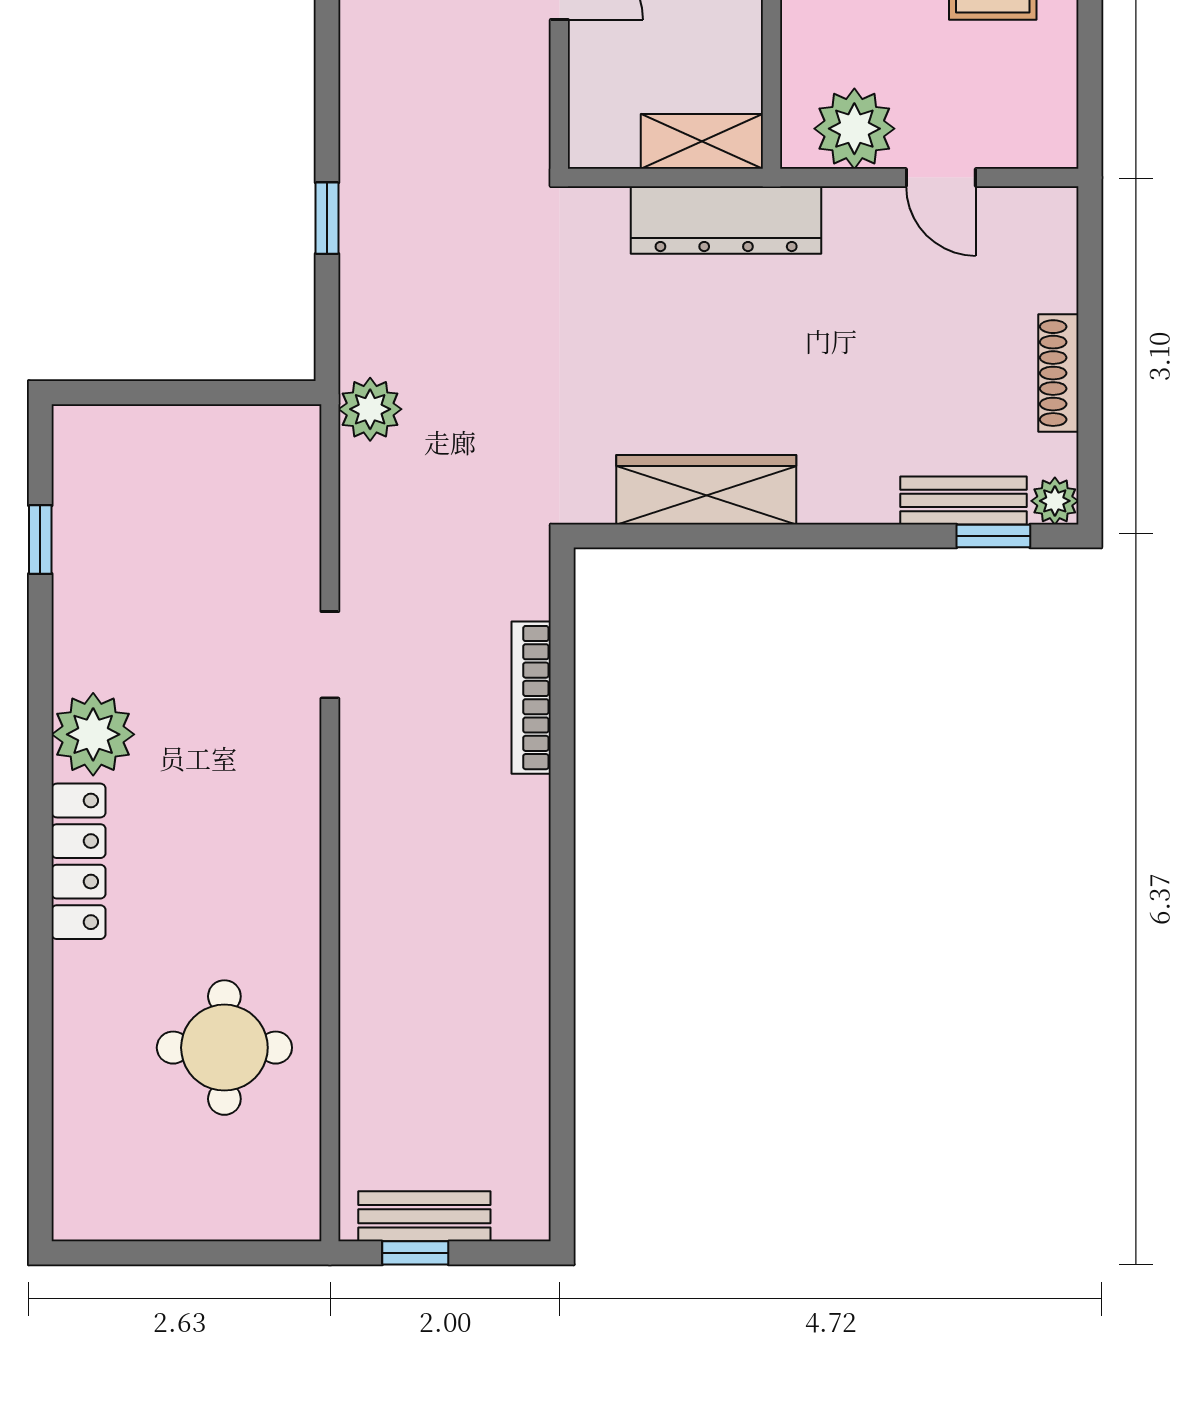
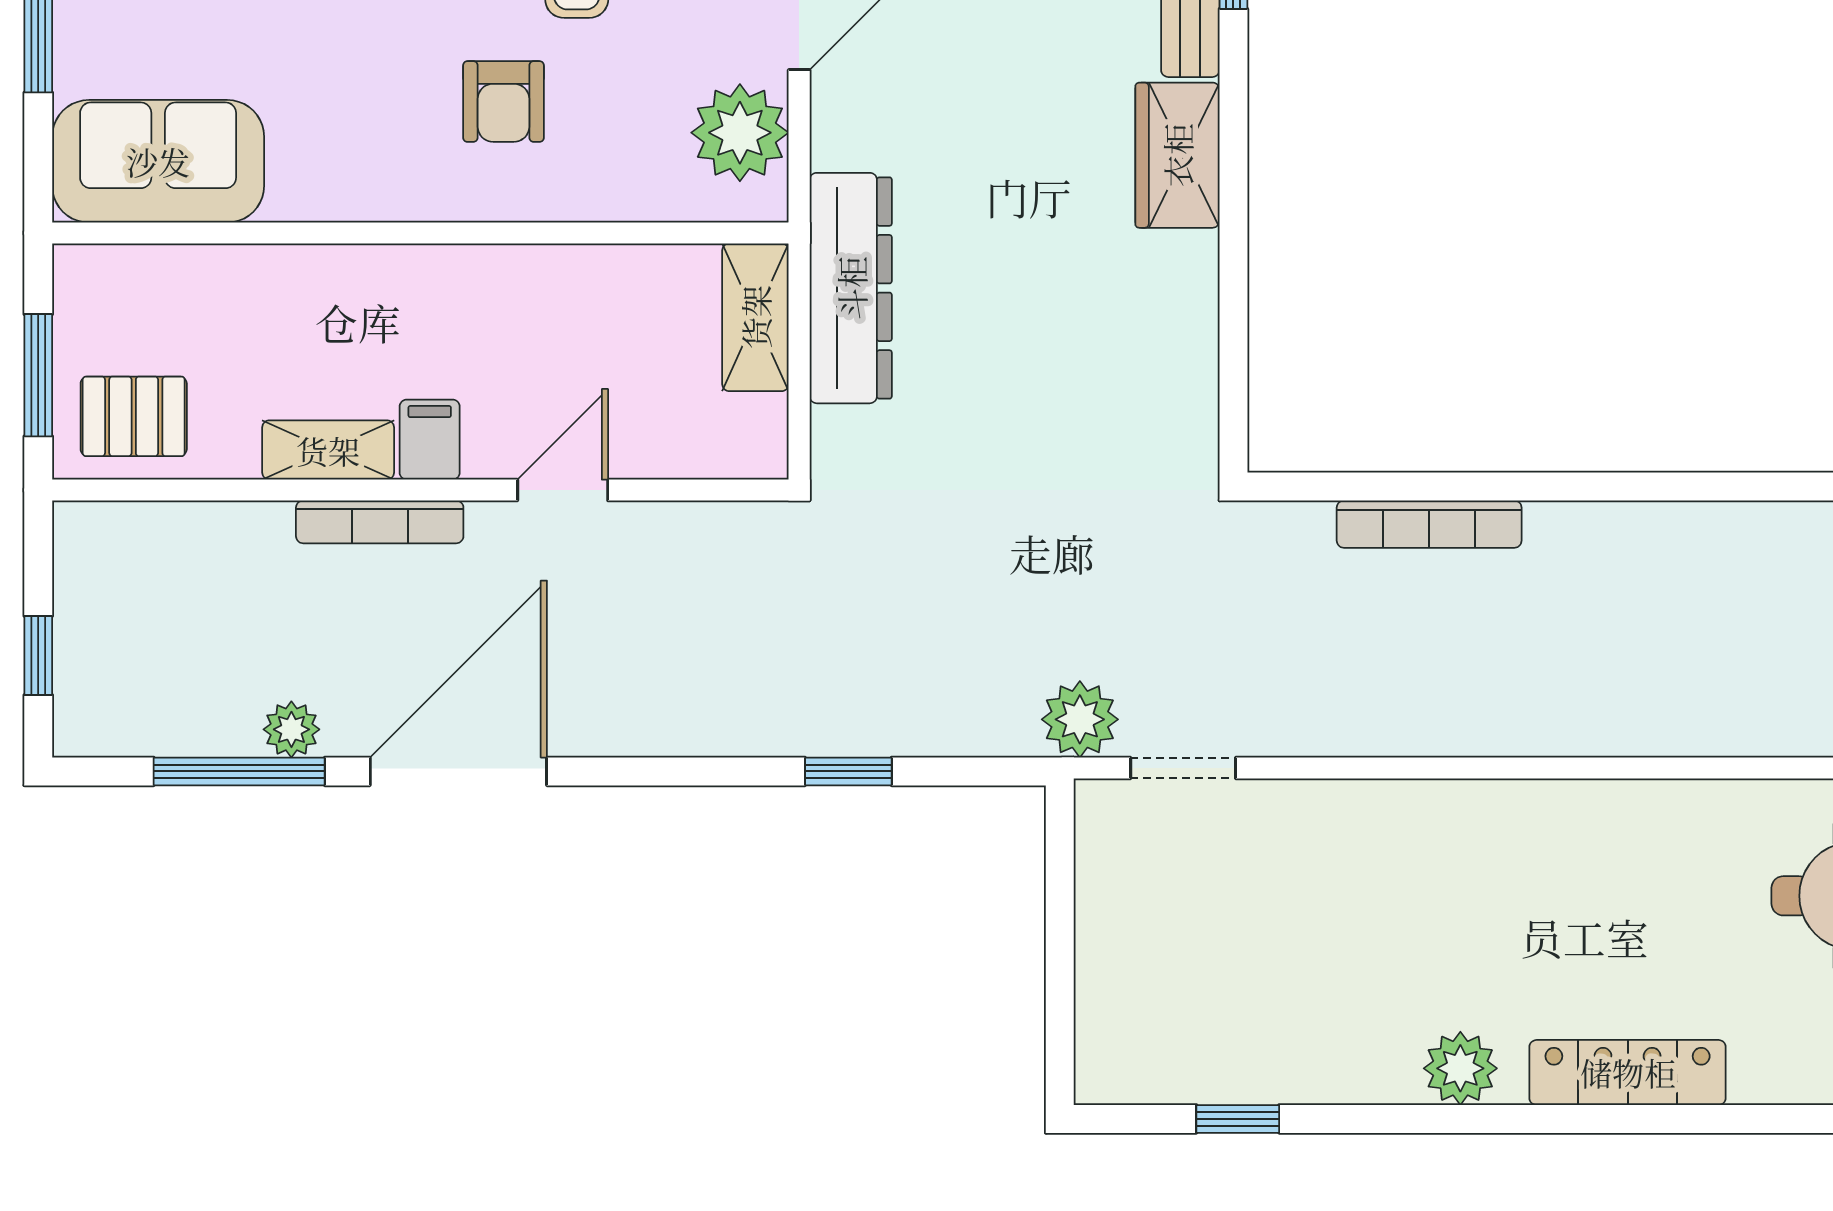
wardrobe: (706, 490) -> (1177, 155), moved, width x0.67
doorway: (330, 655) -> (1183, 768), moved
plant: (93, 734) -> (1460, 1068), width x0.73, depth x0.73

